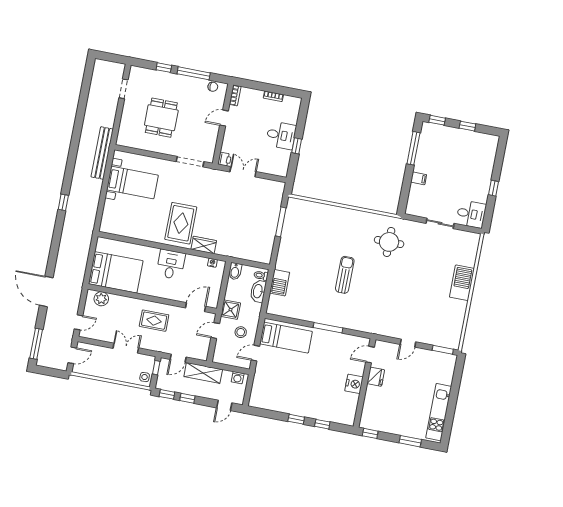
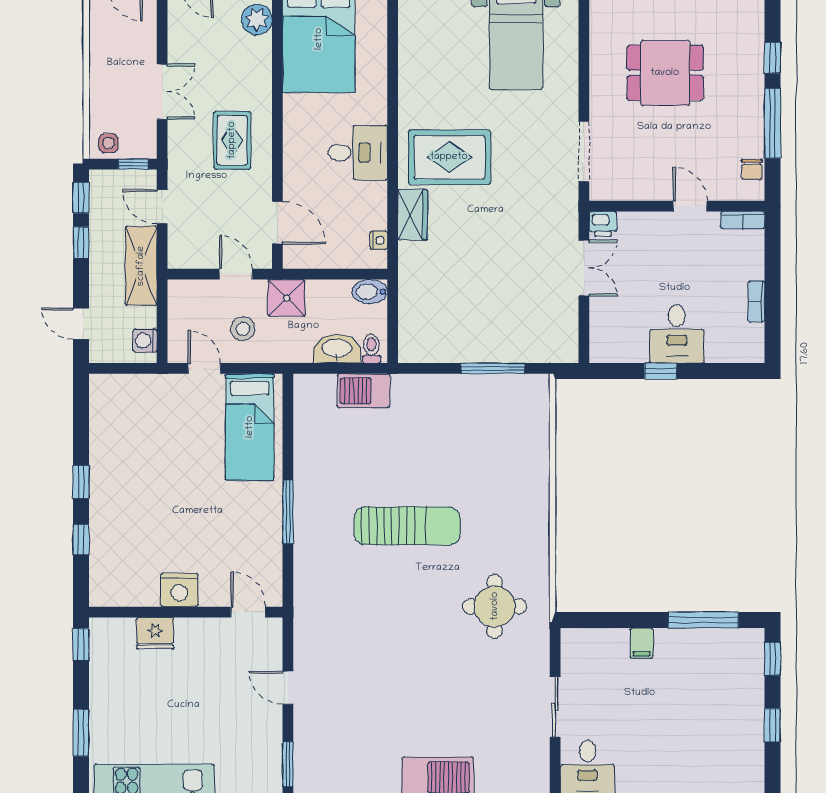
sun lounger: (345, 275) -> (407, 526), width x1.36, depth x1.34
fridge: (376, 377) -> (155, 633), moved

